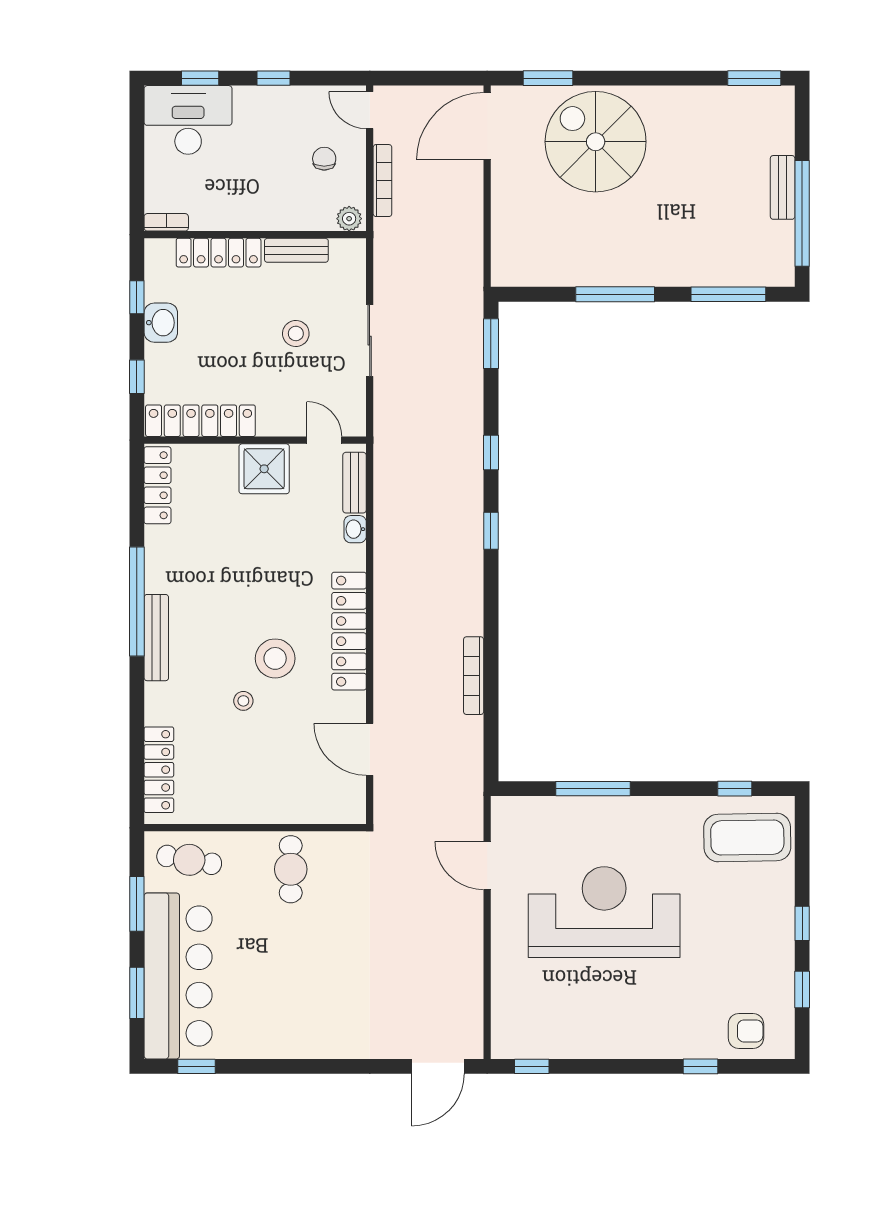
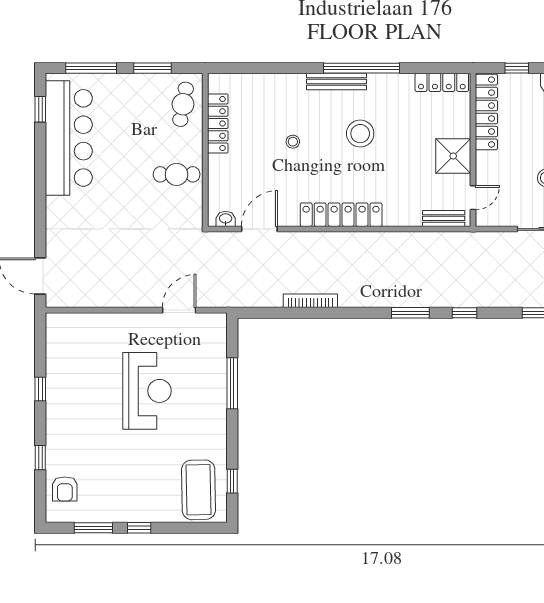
washbasin: (355, 529) -> (226, 219), moved
window: (491, 531) -> (410, 313), width x1.50
stool: (275, 658) -> (360, 134), moved
locker: (159, 770) -> (218, 124), moved, turned -90
reception desk: (604, 912) -> (147, 391), width x0.74, depth x0.77
bar counter: (178, 976) -> (69, 138), moved, turned -90
window: (802, 990) -> (93, 528), width x1.50
window: (137, 993) -> (91, 68), width x1.44
window: (532, 1066) -> (40, 389), moved

